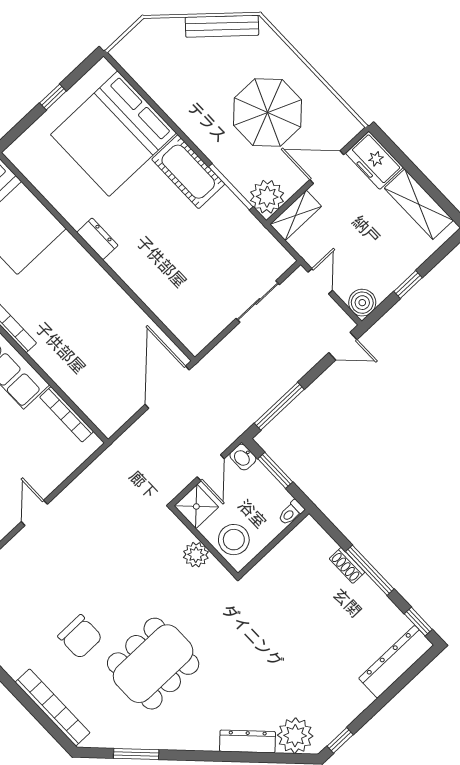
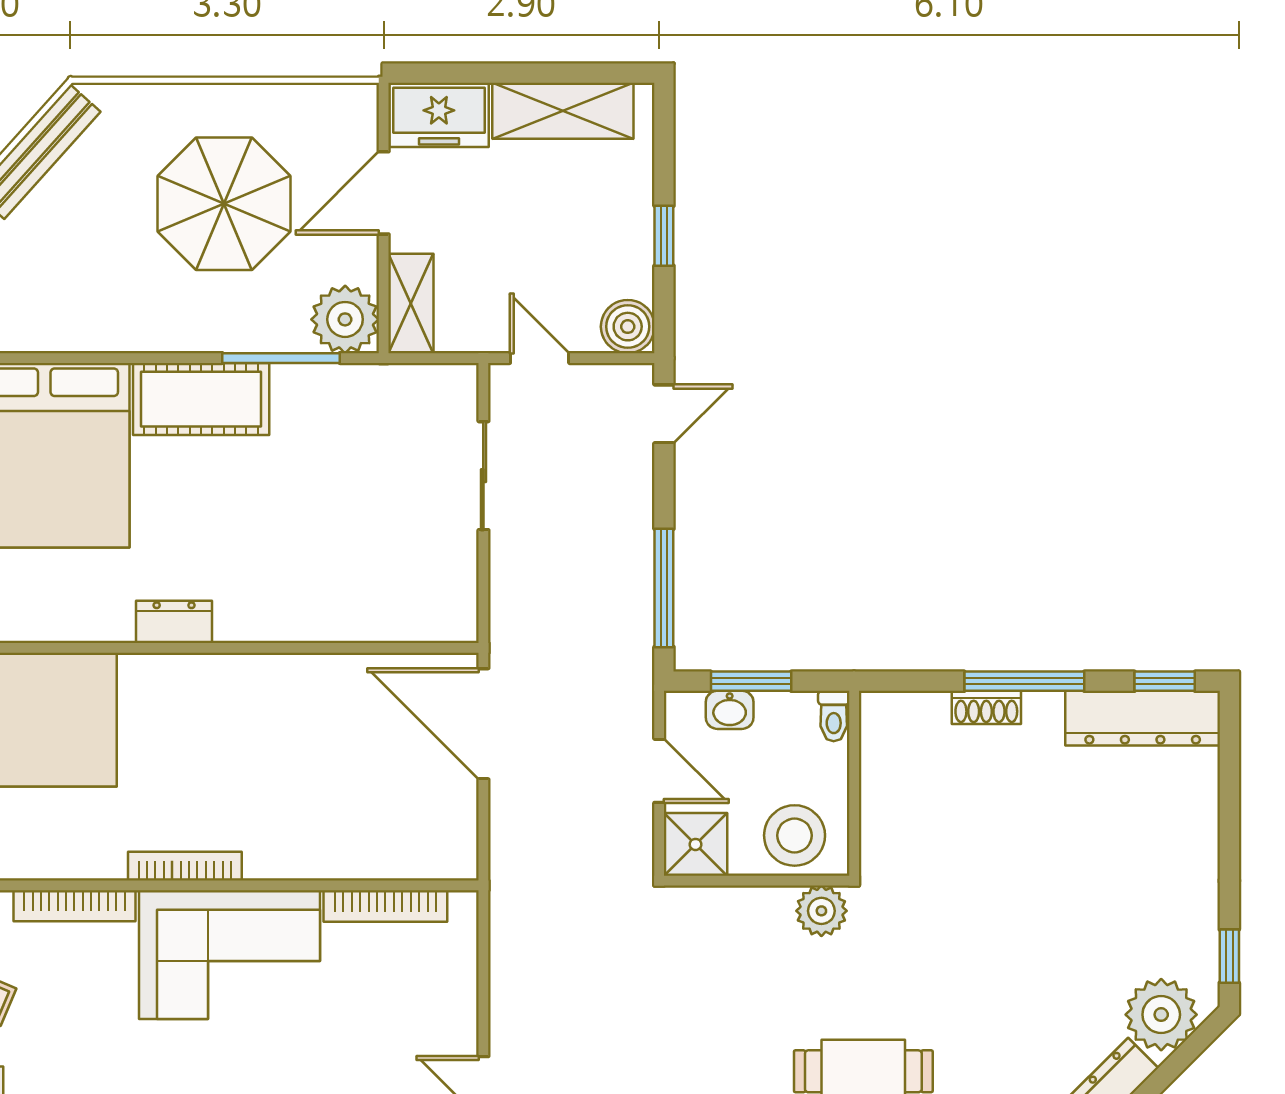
washbasin: (243, 457) -> (730, 710), moved
plant: (196, 555) -> (821, 911), moved
dresser: (396, 662) -> (1143, 718), moved, turned -90

